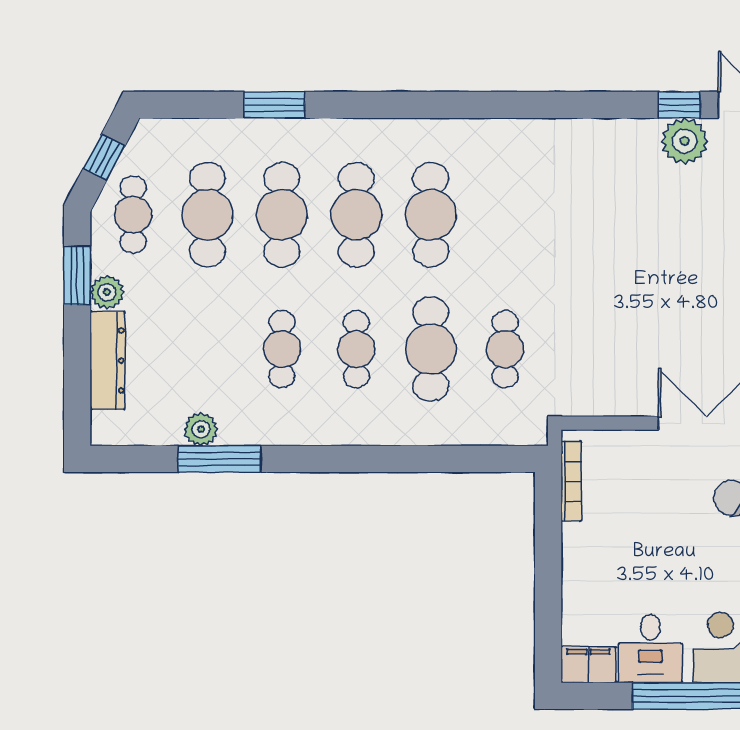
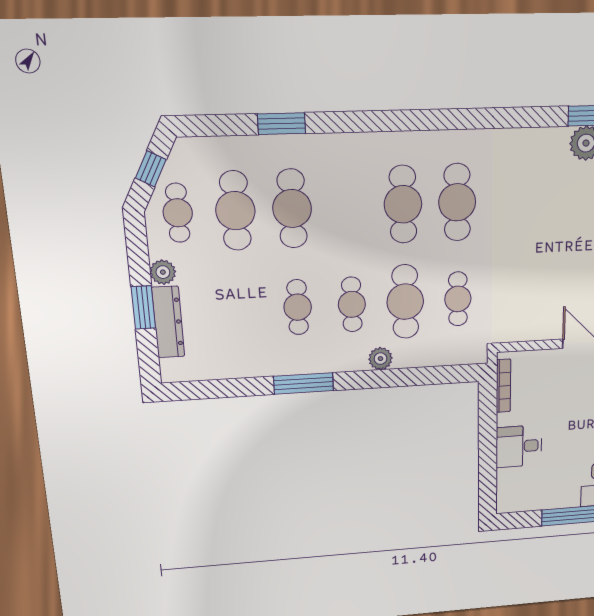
cafe table: (356, 215) -> (457, 202), moved
window: (77, 276) -> (143, 307), moved
plant: (201, 429) -> (380, 359), moved
window: (220, 459) -> (304, 384), moved
desk: (650, 649) -> (519, 446), moved, turned 90
filing cabinet: (588, 665) -> (514, 501), removed

